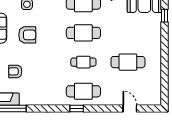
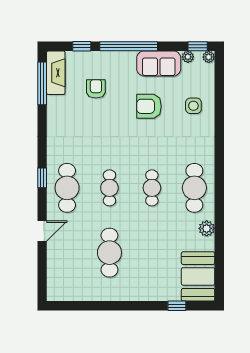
cafe table: (83, 33) -> (152, 188), width x0.73, depth x0.74
armchair: (27, 35) -> (149, 106), turned 90
door: (130, 108) -> (42, 231), moved

